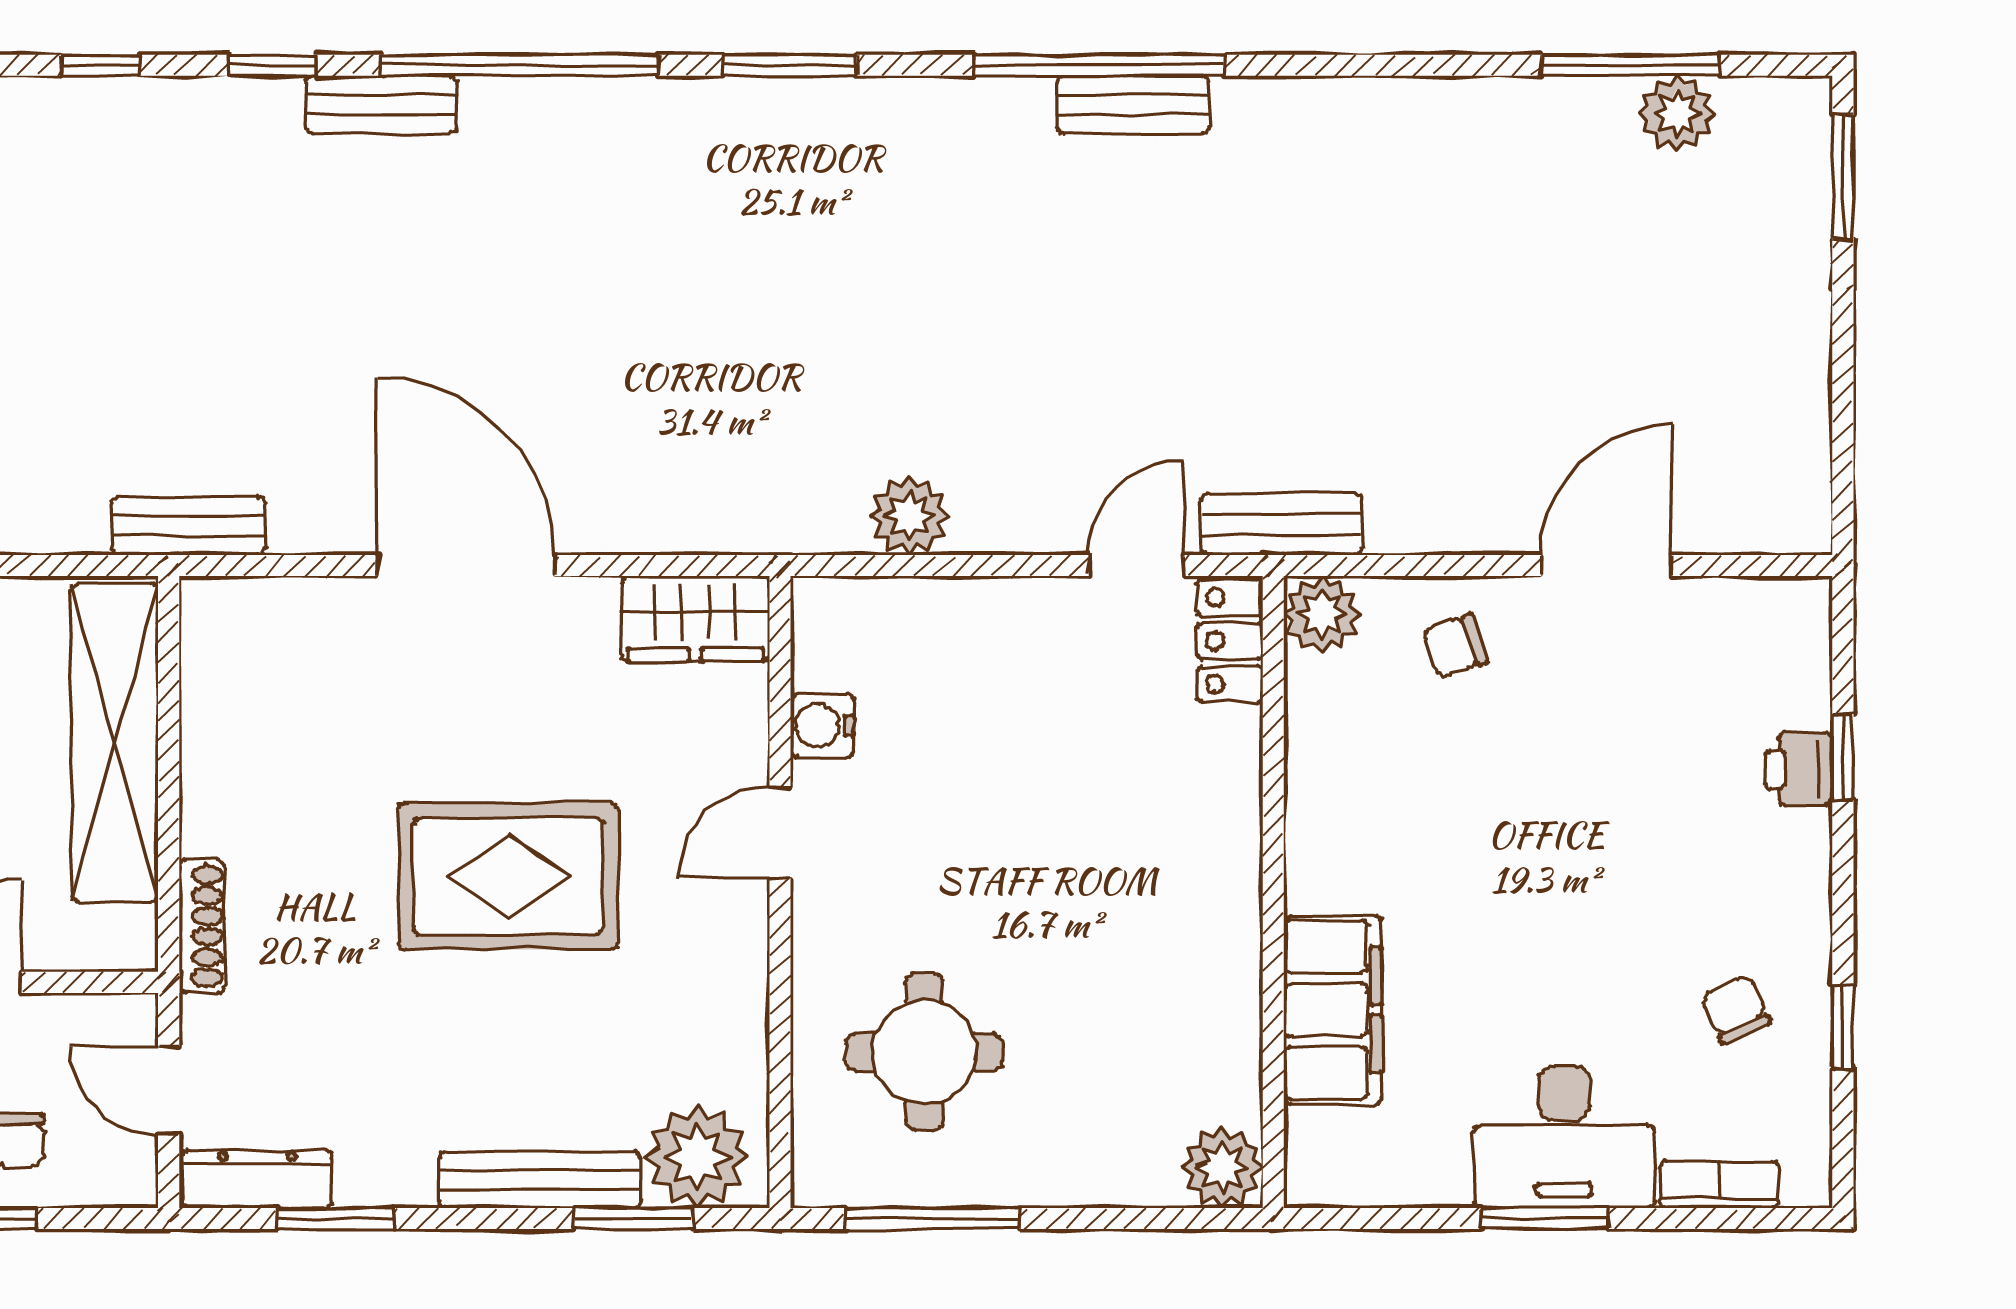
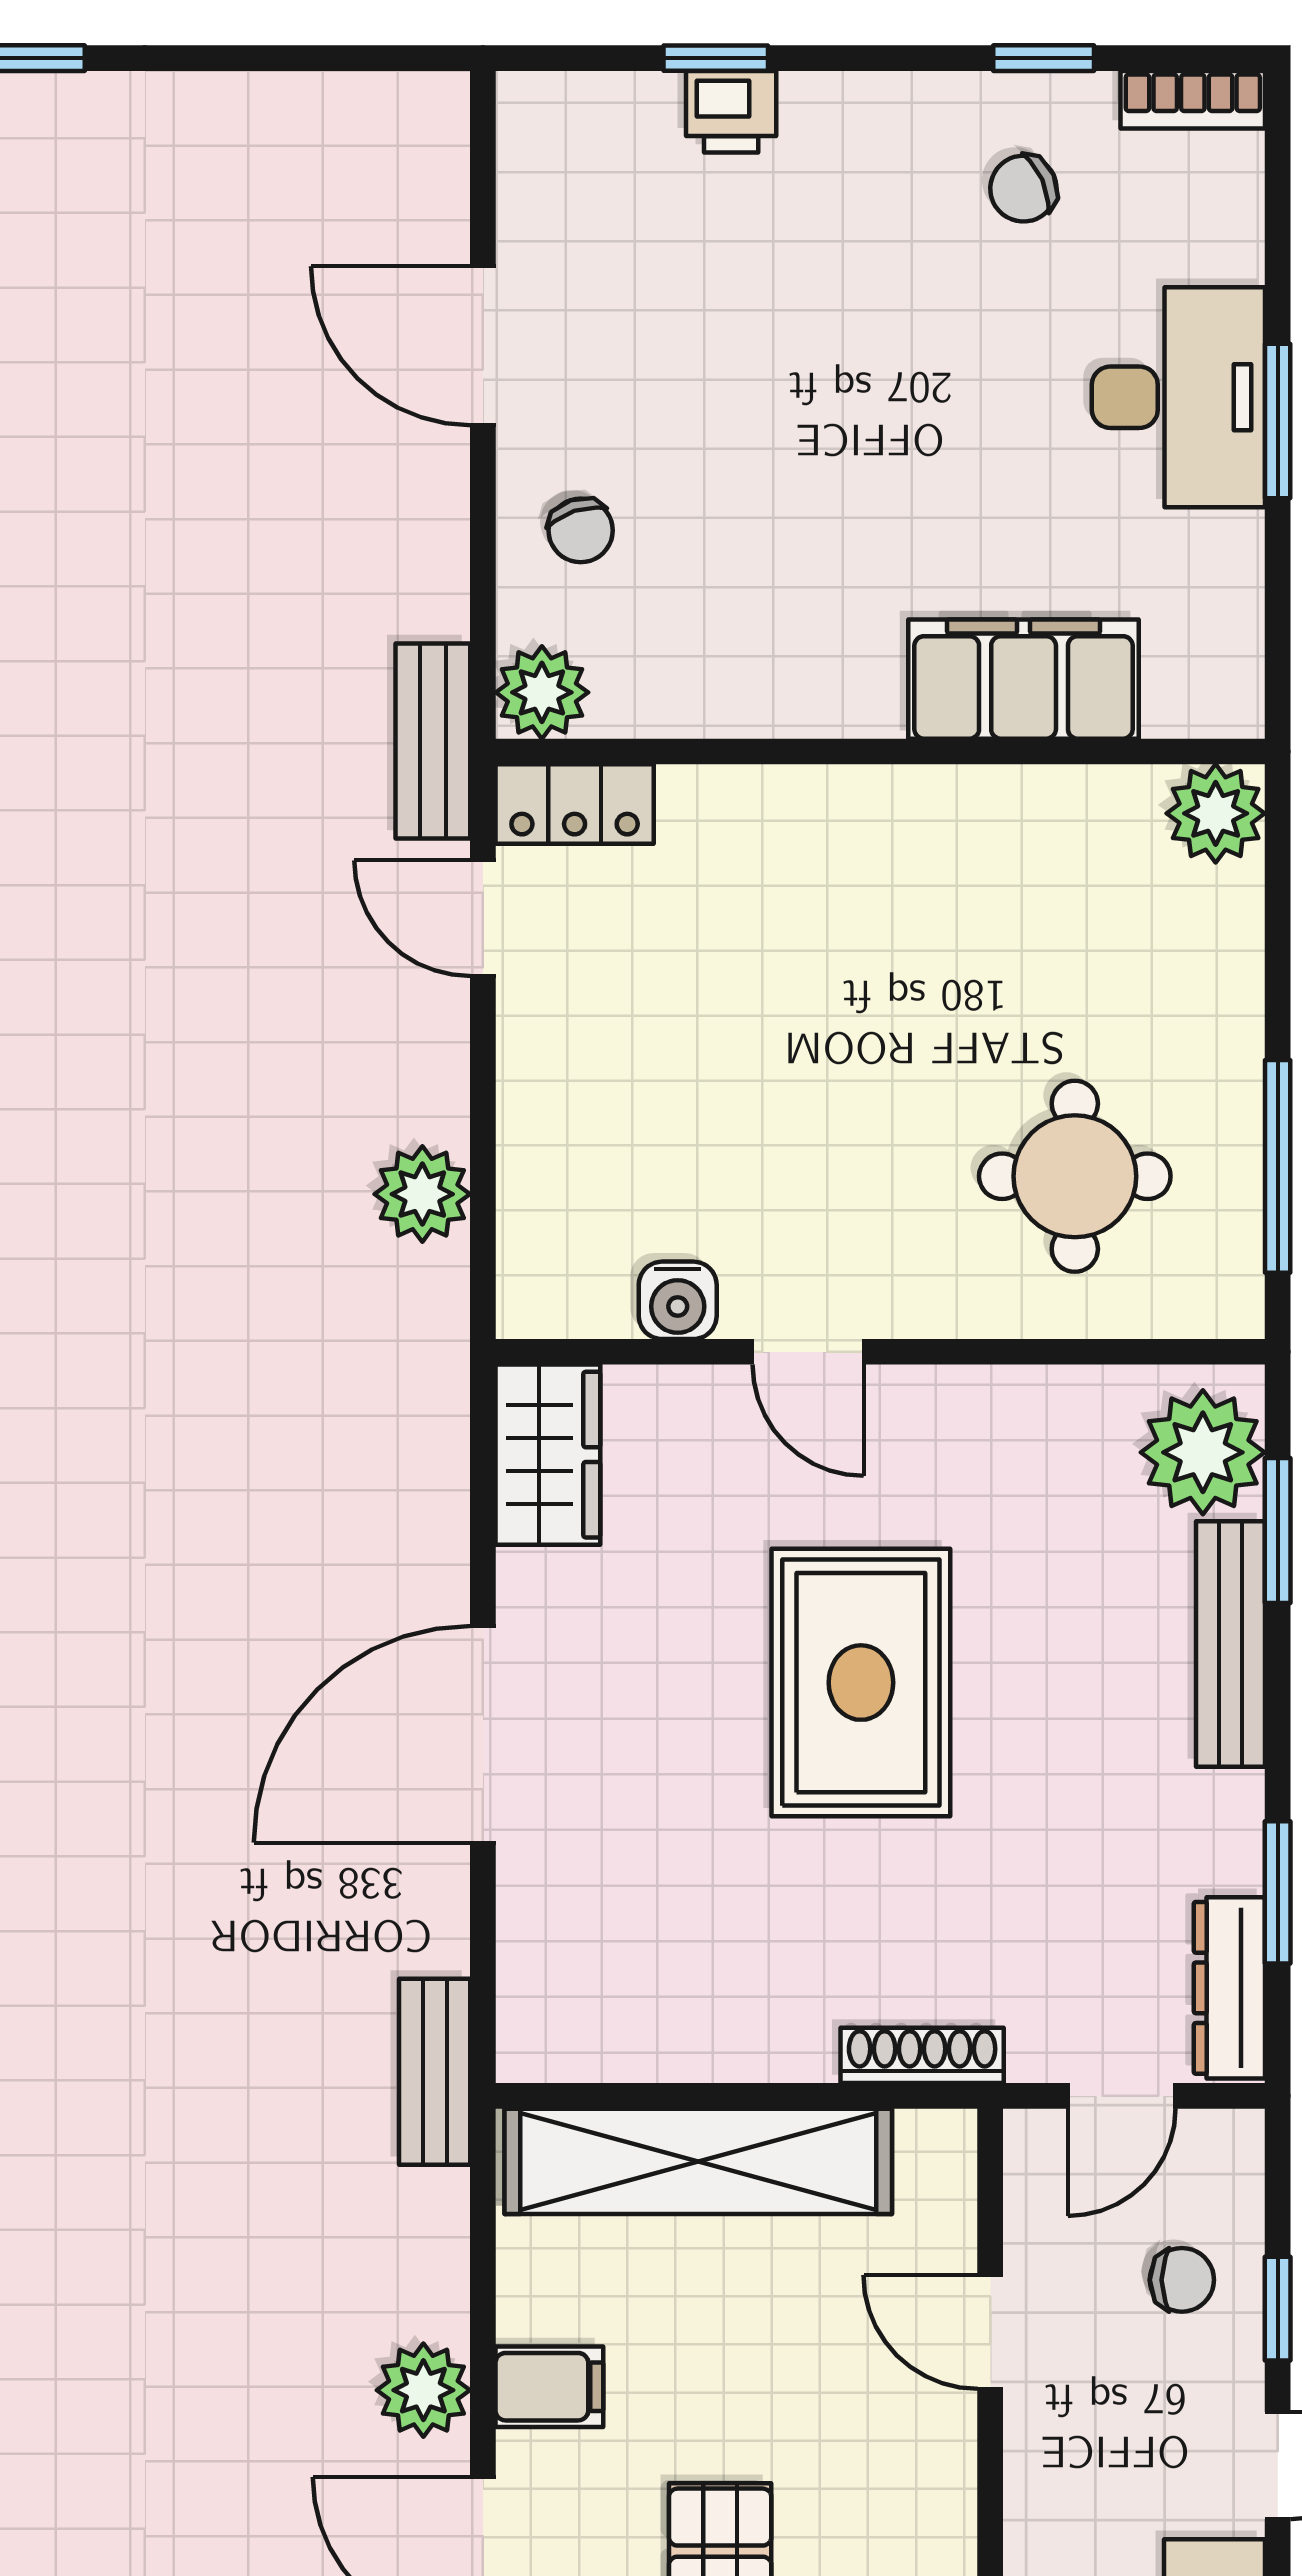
bookcase: (1720, 1184) -> (1193, 100), moved, turned -90

